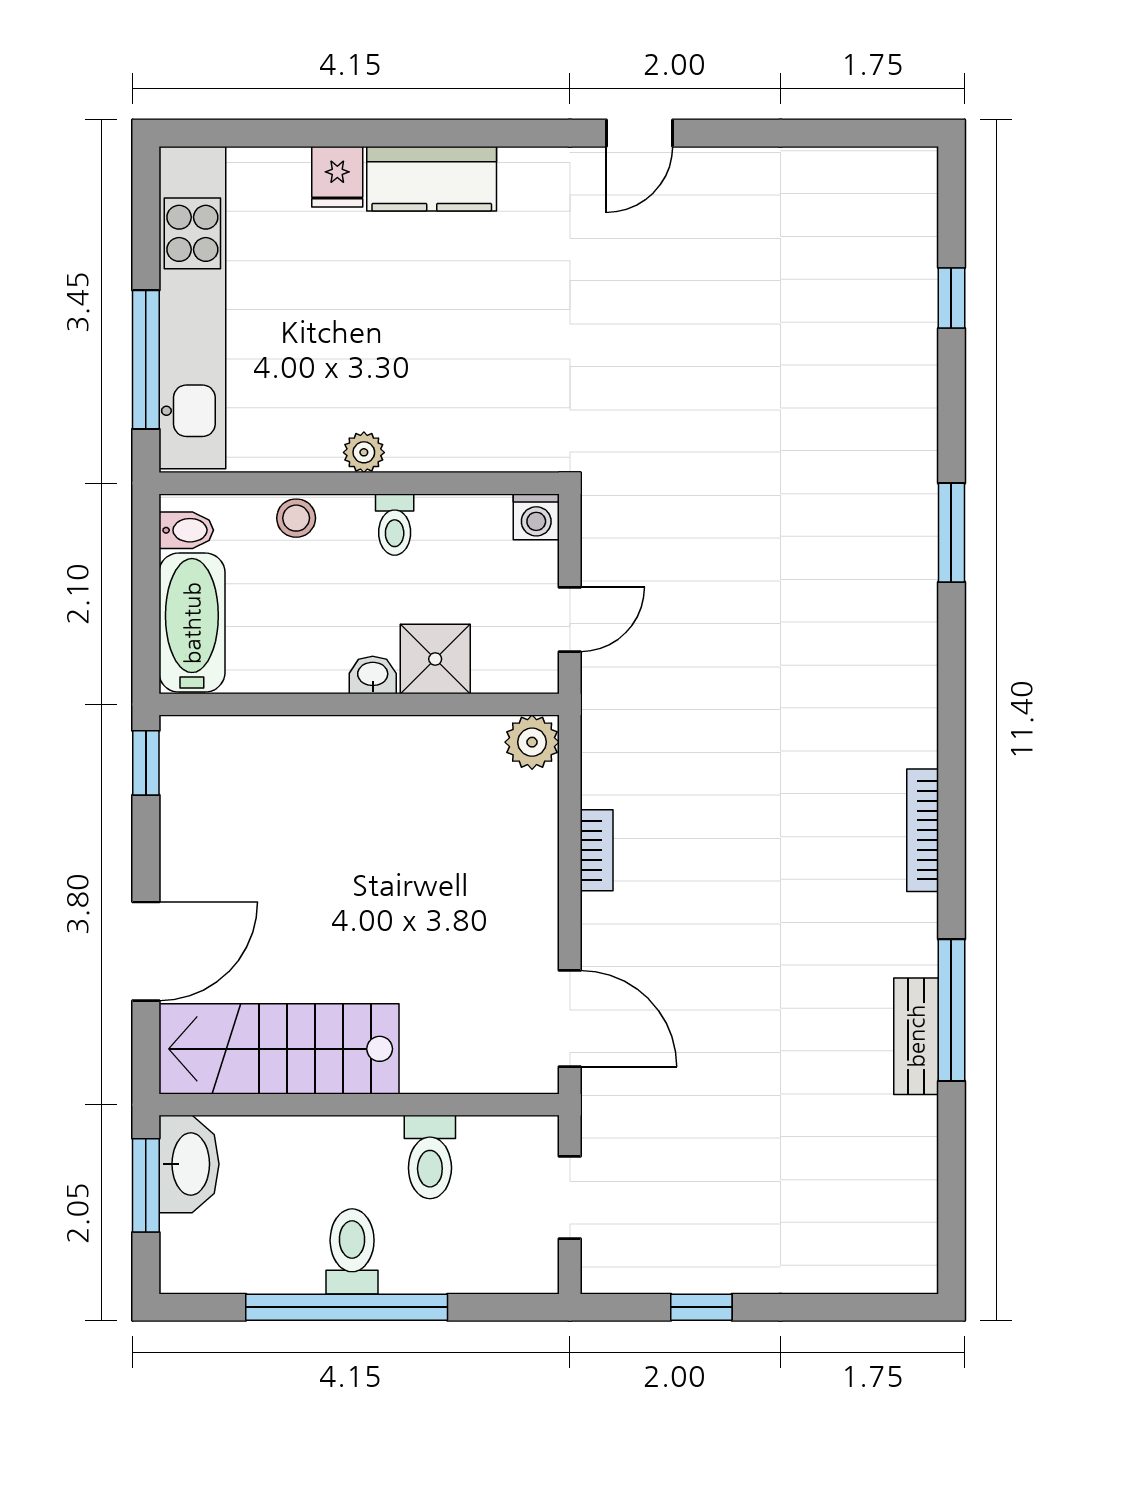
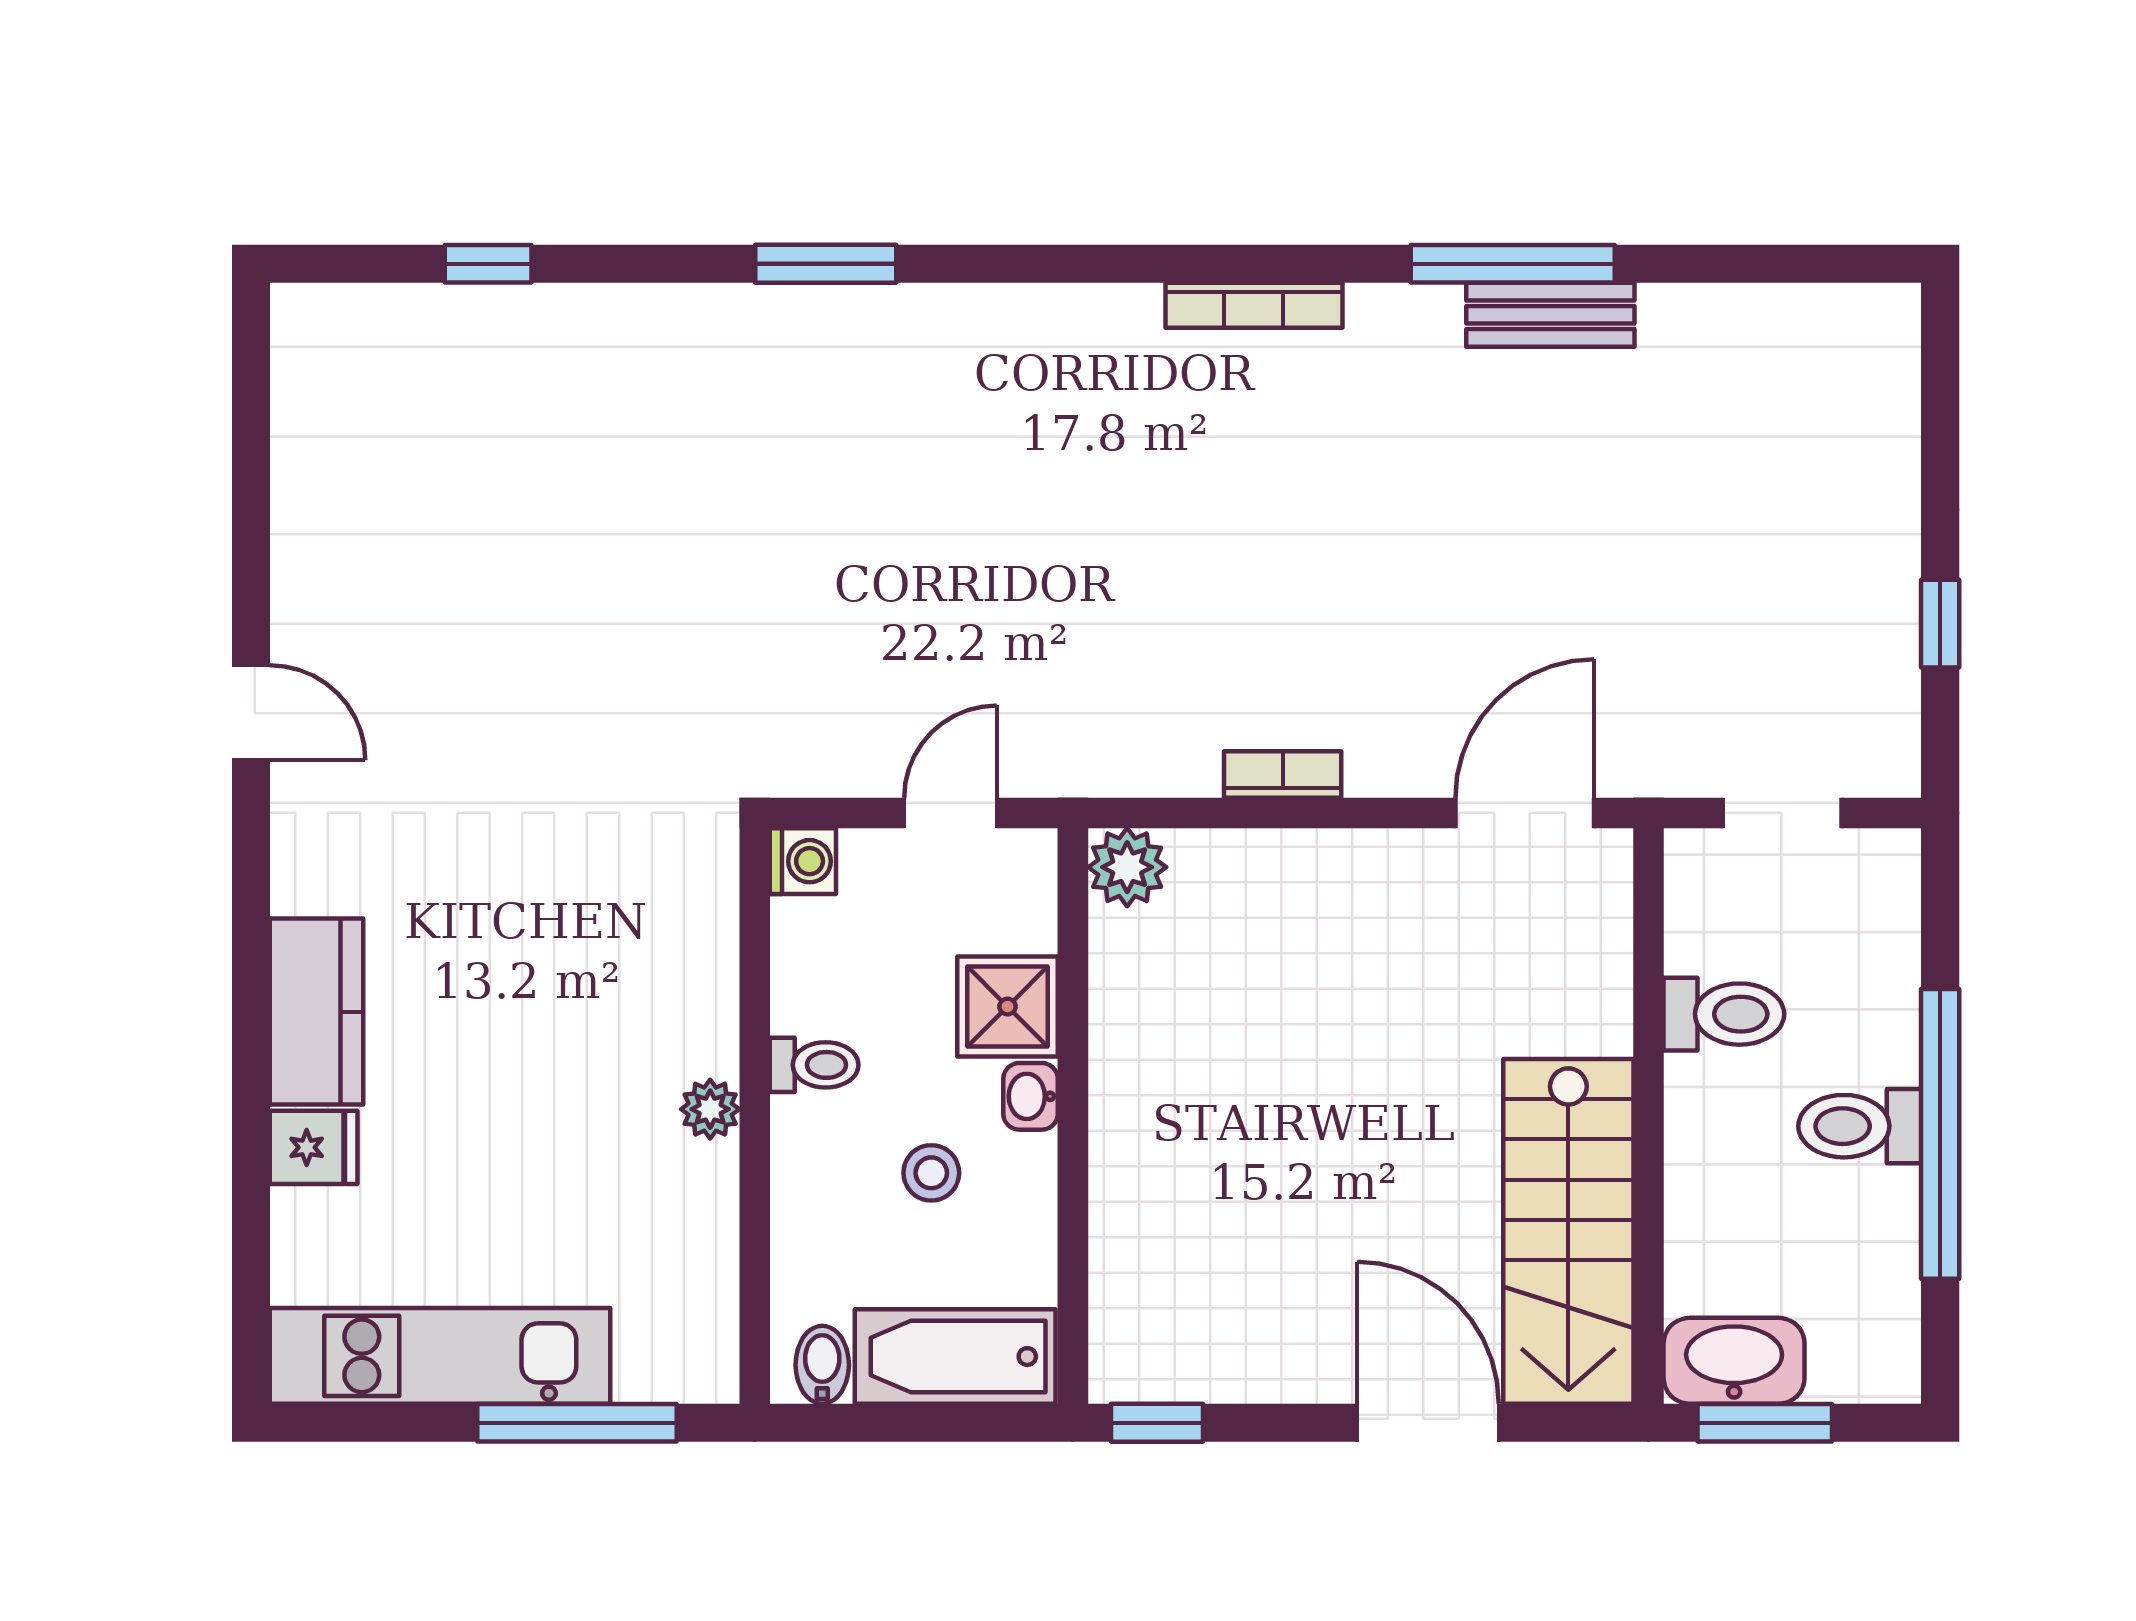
kitchen unit: (192, 308) -> (440, 1356), width x0.73
stool: (296, 518) -> (931, 1173), moved
door: (570, 619) -> (951, 813), hinge flipped

